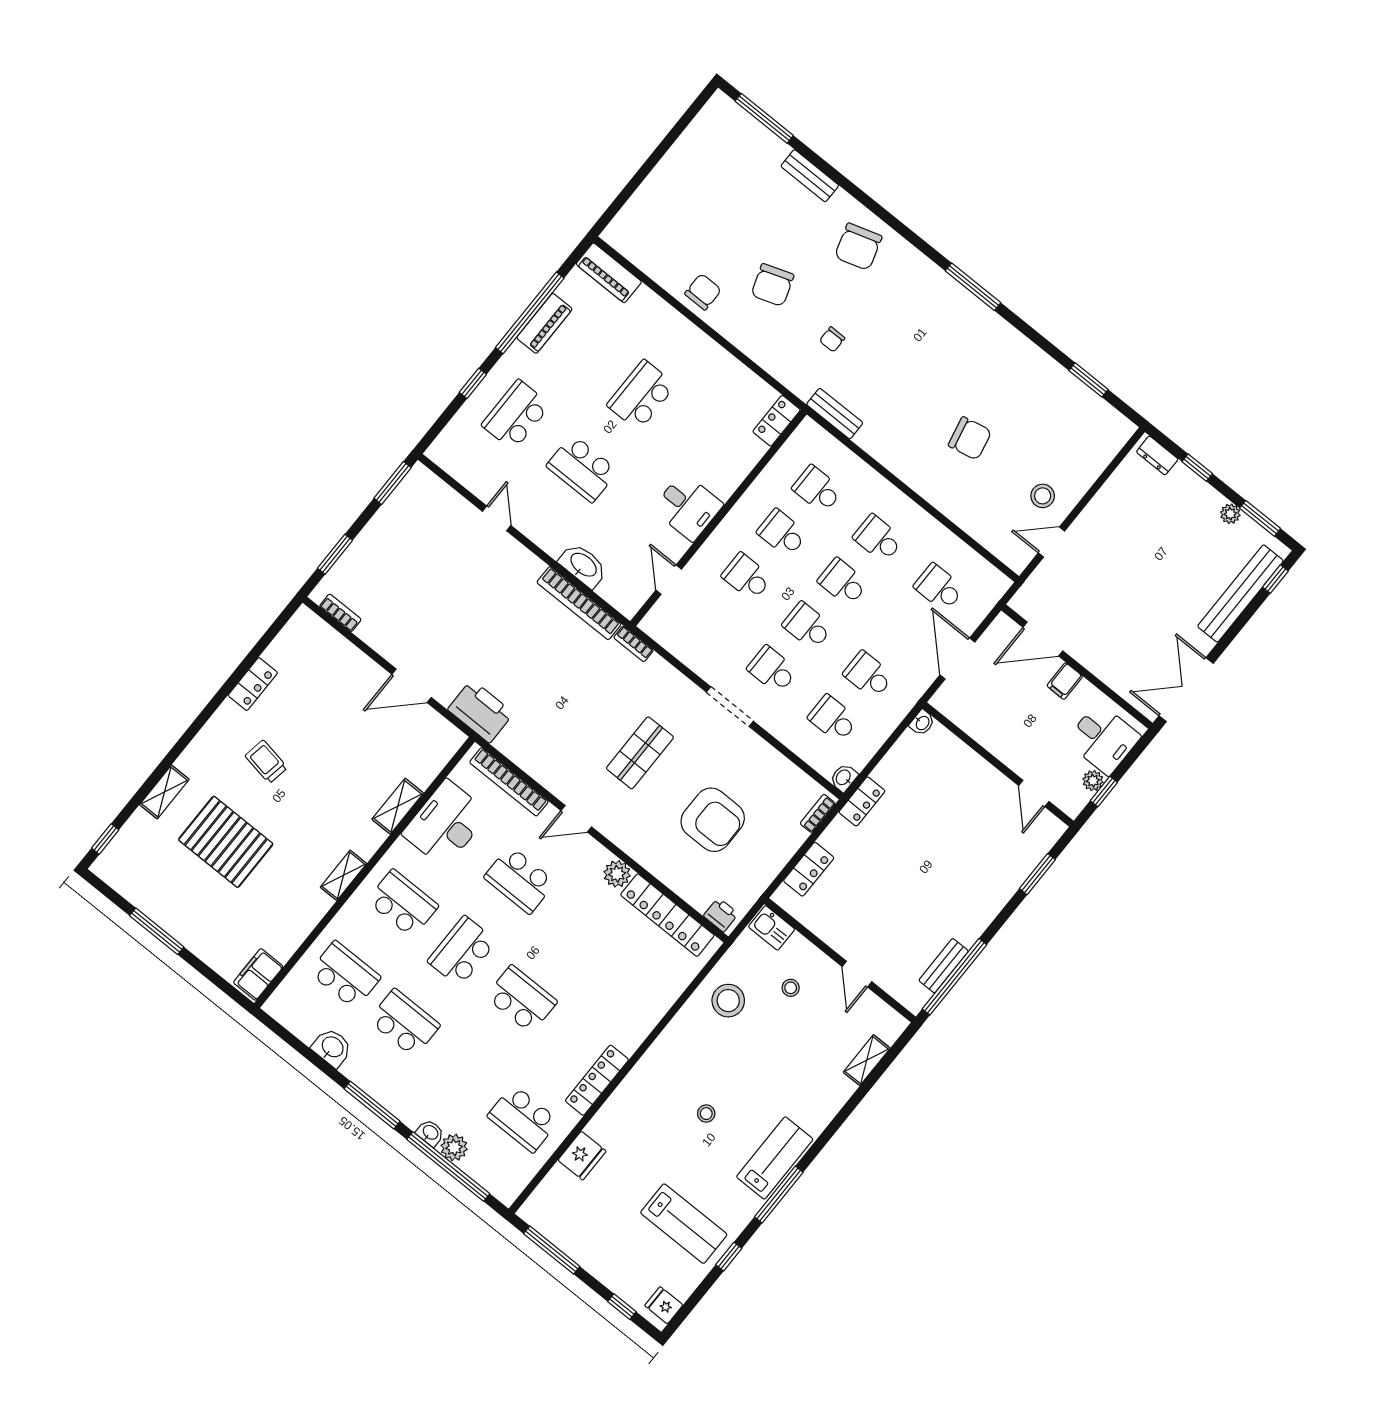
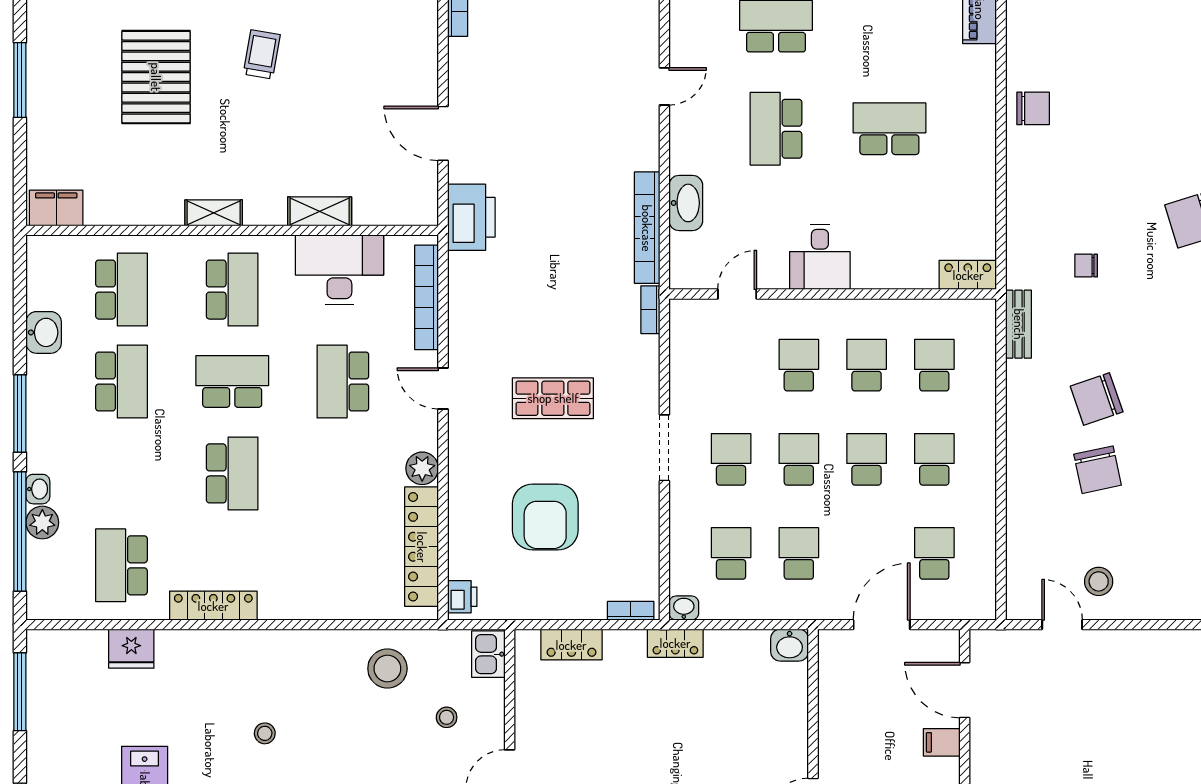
chair: (772, 285) -> (1097, 399), moved
washbasin: (922, 723) -> (790, 645), width x1.38, depth x1.45

